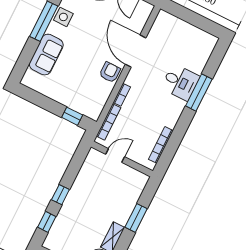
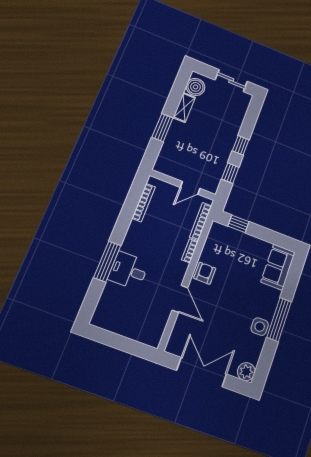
door: (136, 51) -> (180, 299), width x0.73
sofa: (46, 55) -> (278, 267), moved
armchair: (110, 72) -> (205, 273), turned 180
window: (47, 222) -> (230, 173), moved

